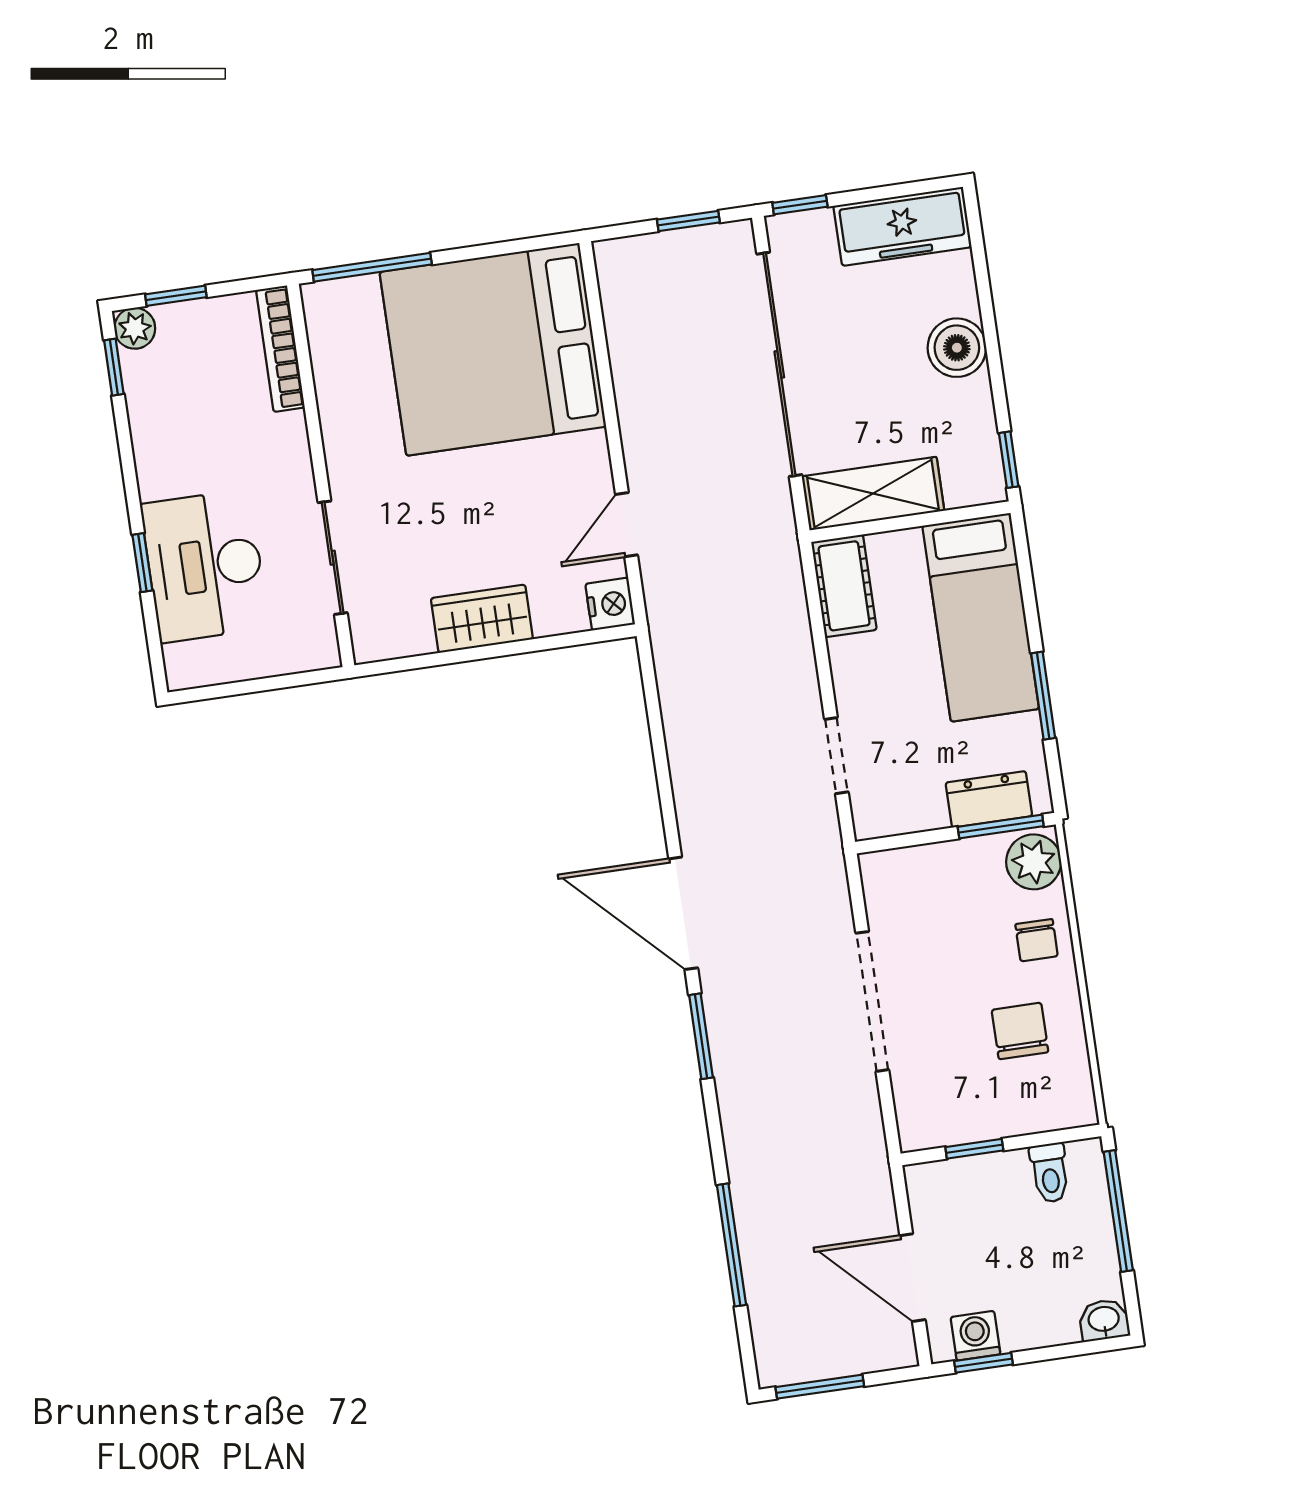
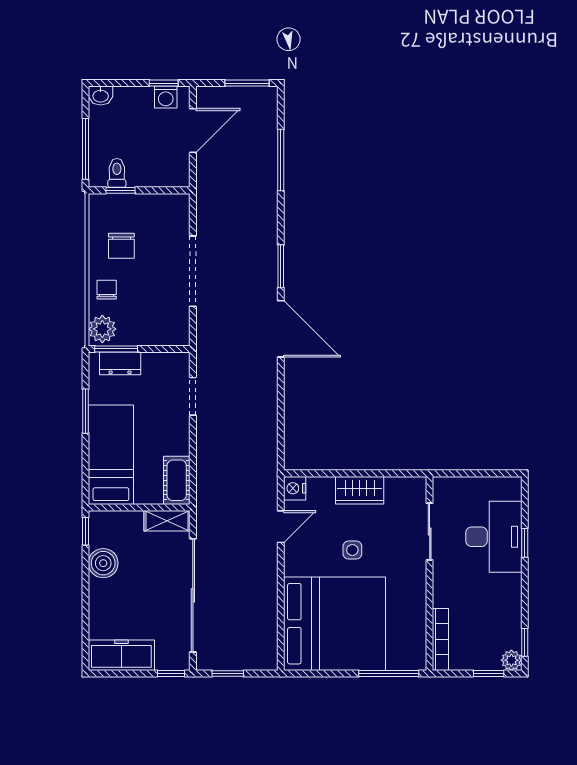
boiler: (957, 348) -> (103, 563), moved
shelving: (873, 494) -> (167, 521), width x0.67, depth x0.75
side table: (479, 499) -> (352, 550), added
window: (974, 1149) -> (121, 190), moved
door: (913, 1278) -> (193, 131), hinge flipped

